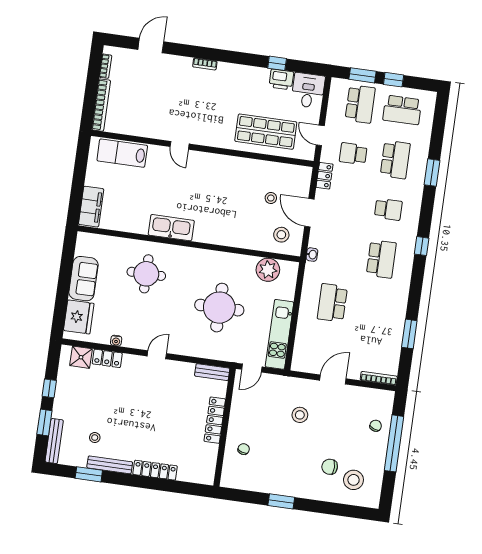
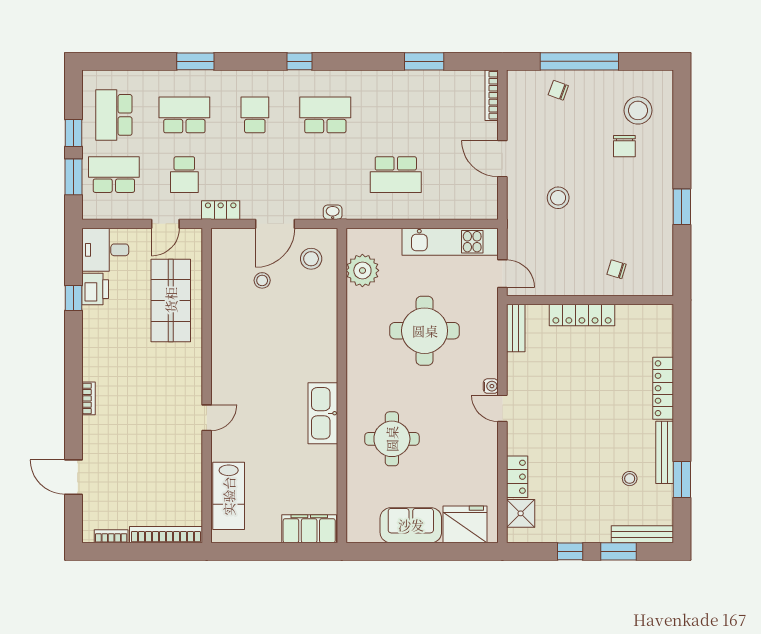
school desk: (402, 110) -> (114, 115), turned 180
water cooler: (116, 341) -> (491, 386), moved

